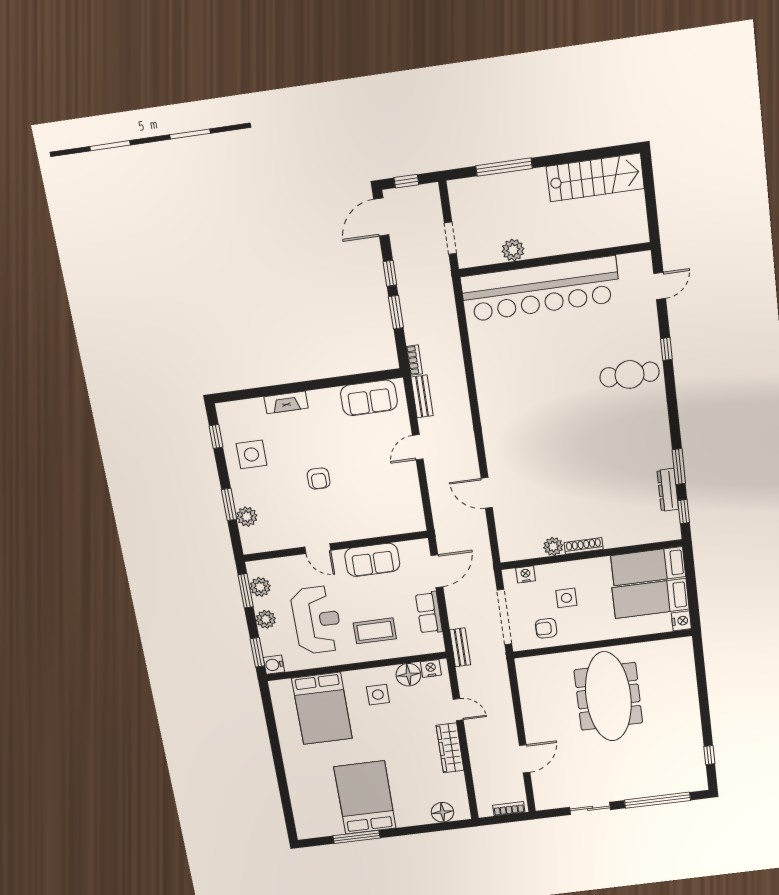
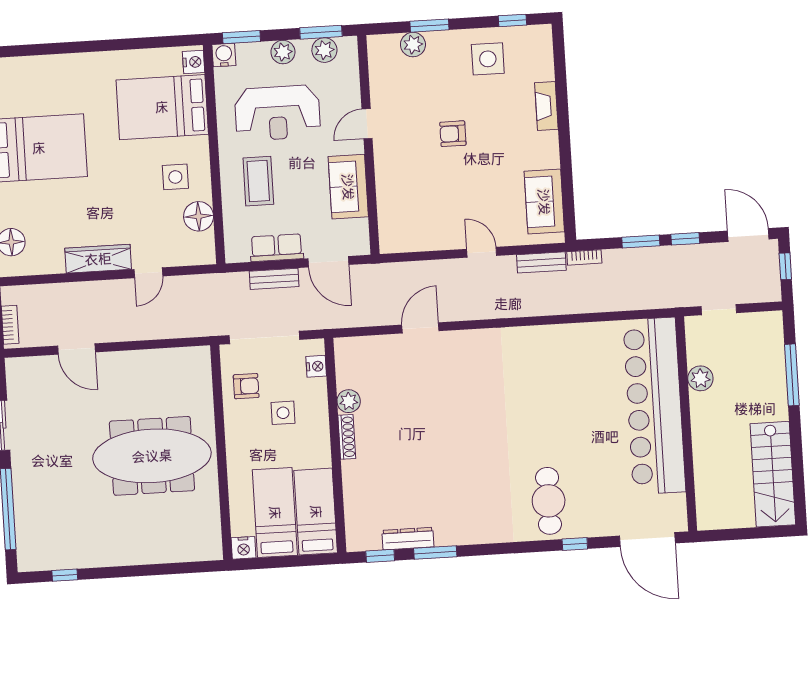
door: (660, 286) -> (647, 540), width x1.87
armchair: (546, 628) -> (246, 386), turned 90
bench: (460, 647) -> (274, 279), moved
nightstand: (431, 668) -> (194, 62), moved

